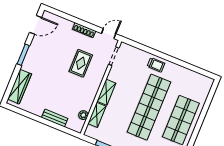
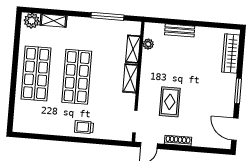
door: (35, 25) -> (235, 129), hinge flipped
shop shelf: (149, 107) -> (77, 77), width x0.71

